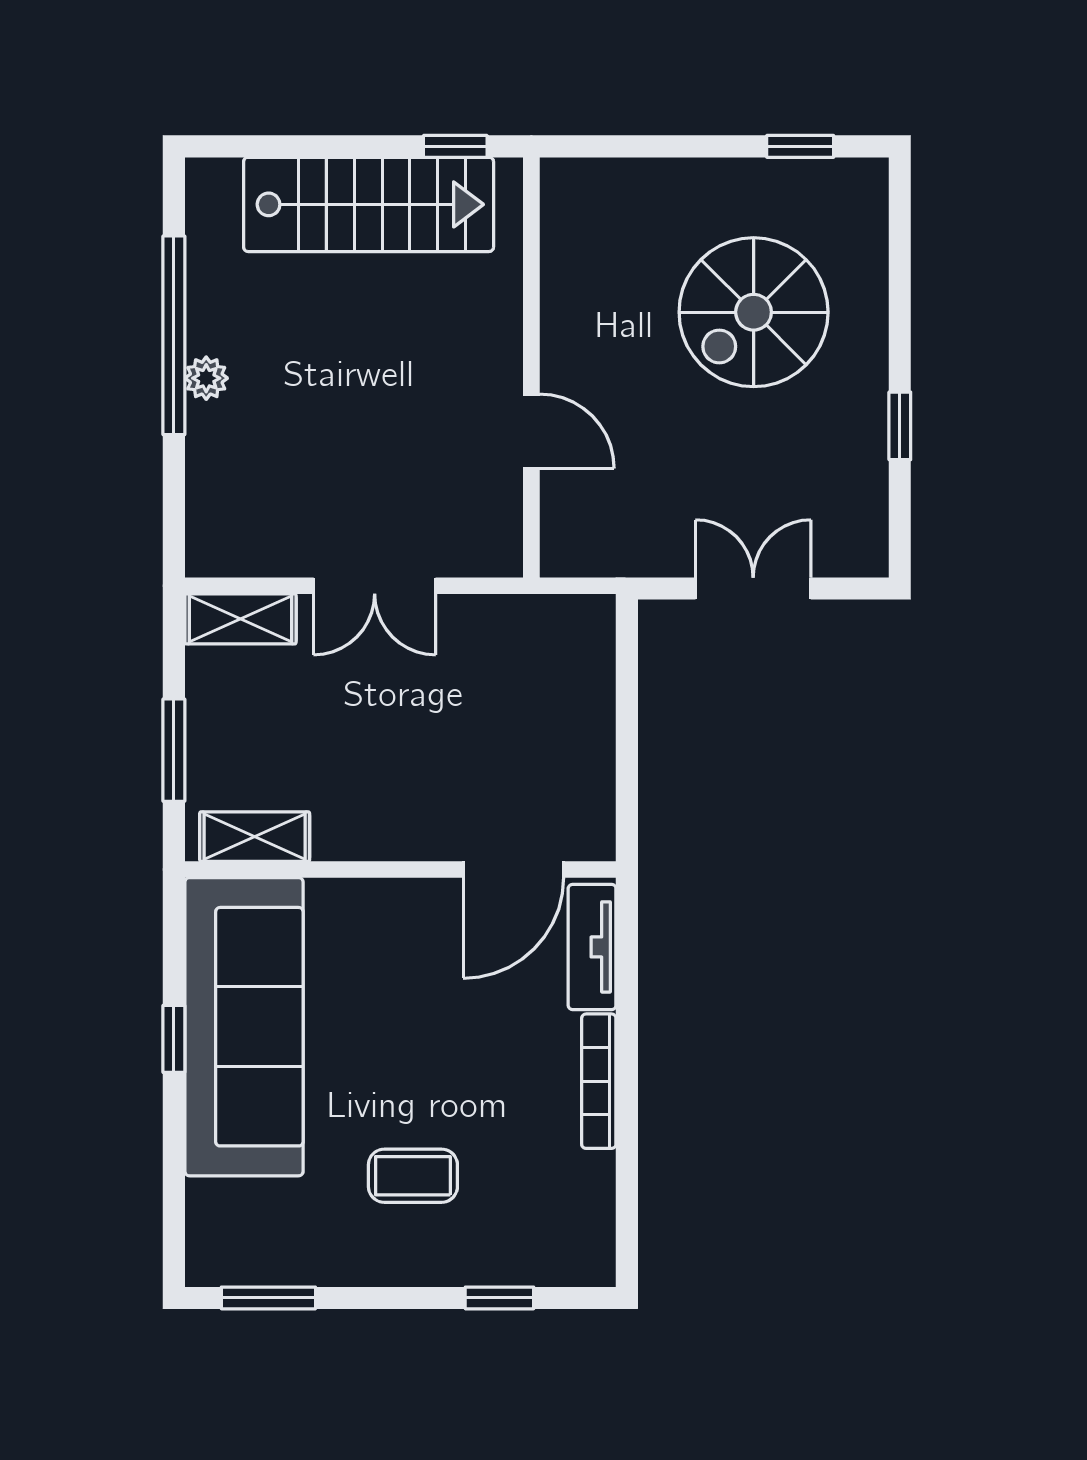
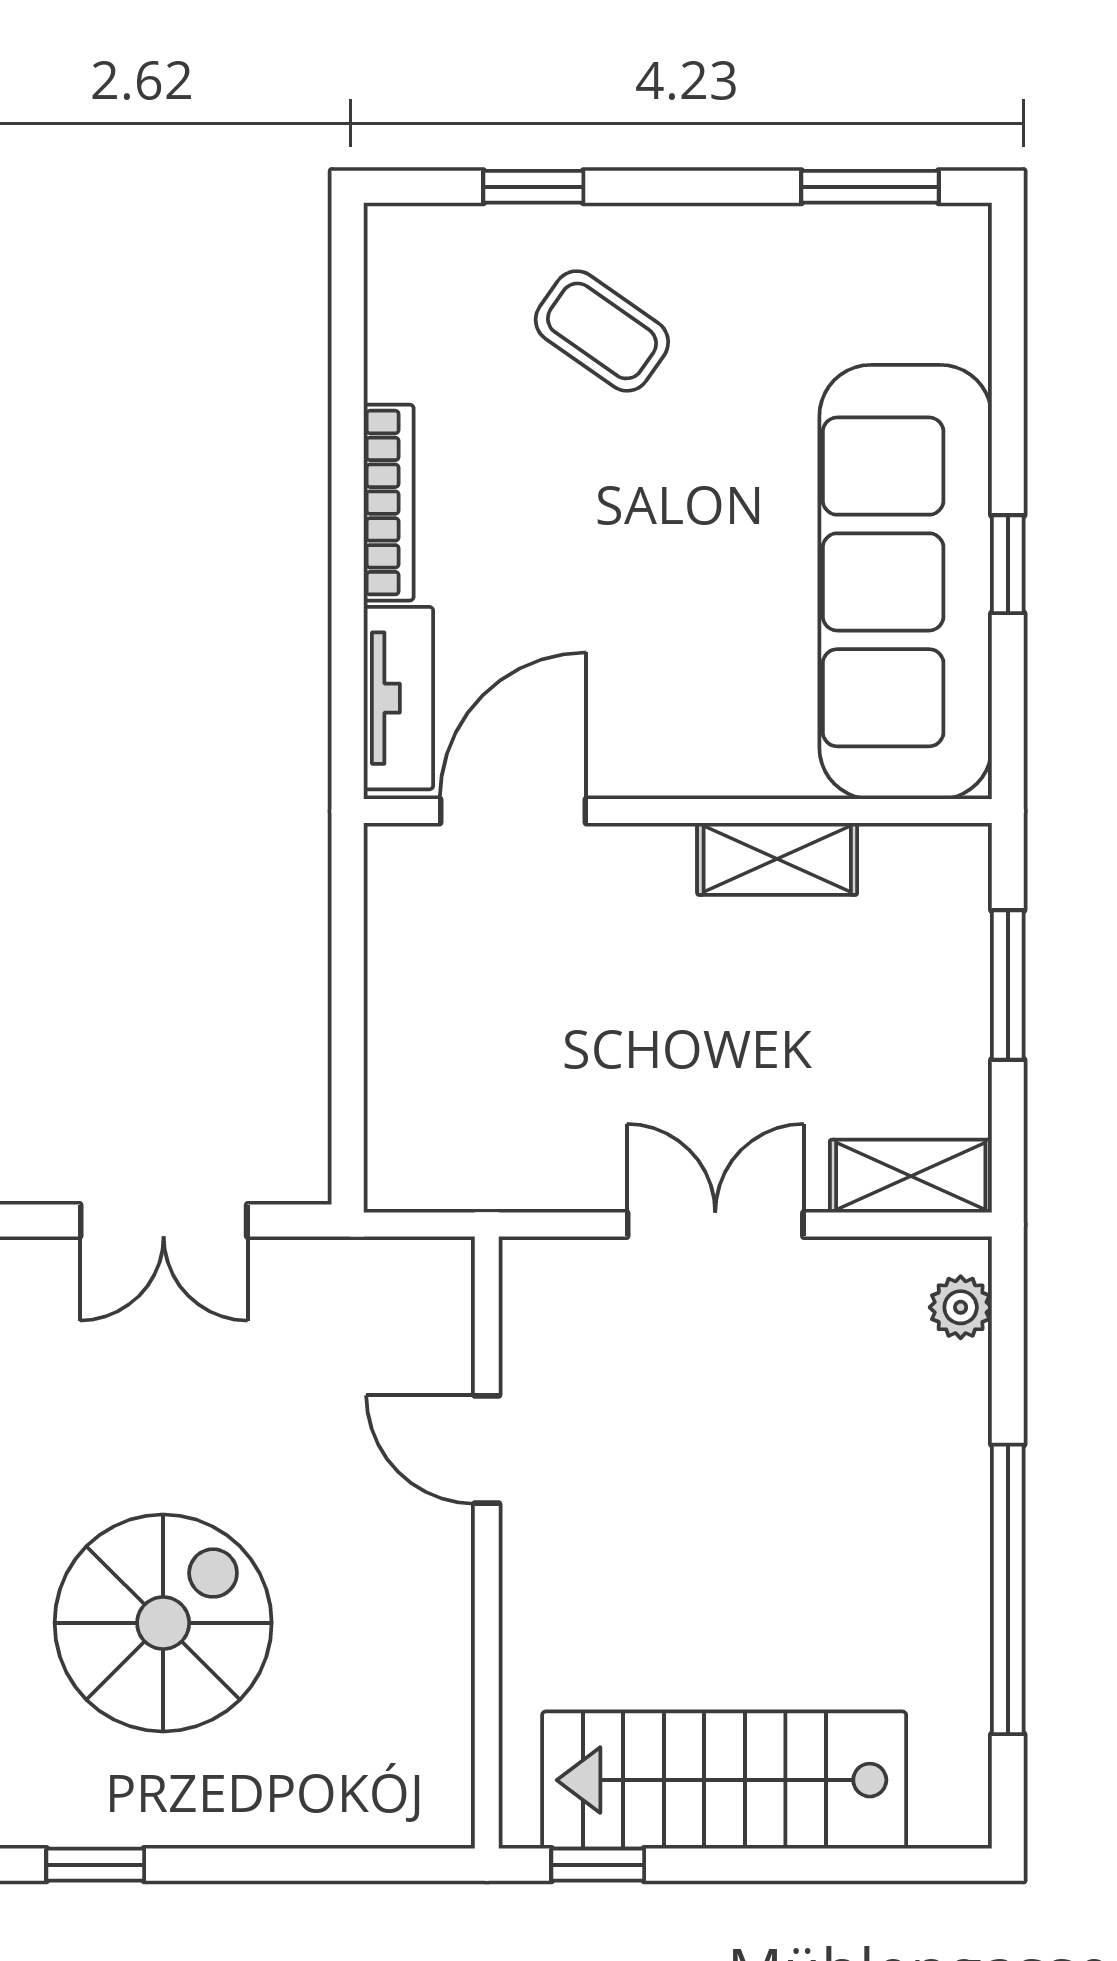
plant: (206, 378) -> (961, 1307), moved
shelving: (255, 837) -> (777, 859), moved
coffee table: (413, 1176) -> (602, 331), moved, turned 35

